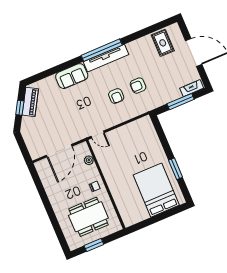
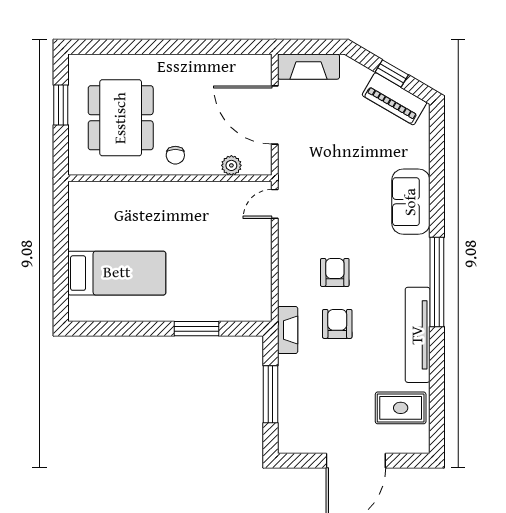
tv unit: (106, 58) -> (418, 335), moved
fireplace: (192, 88) -> (288, 330), moved
armchair: (116, 96) -> (335, 272), turned 90
fireplace: (32, 145) -> (308, 67), added
window: (176, 169) -> (197, 329), moved
bed: (156, 190) -> (117, 273), width x0.67

